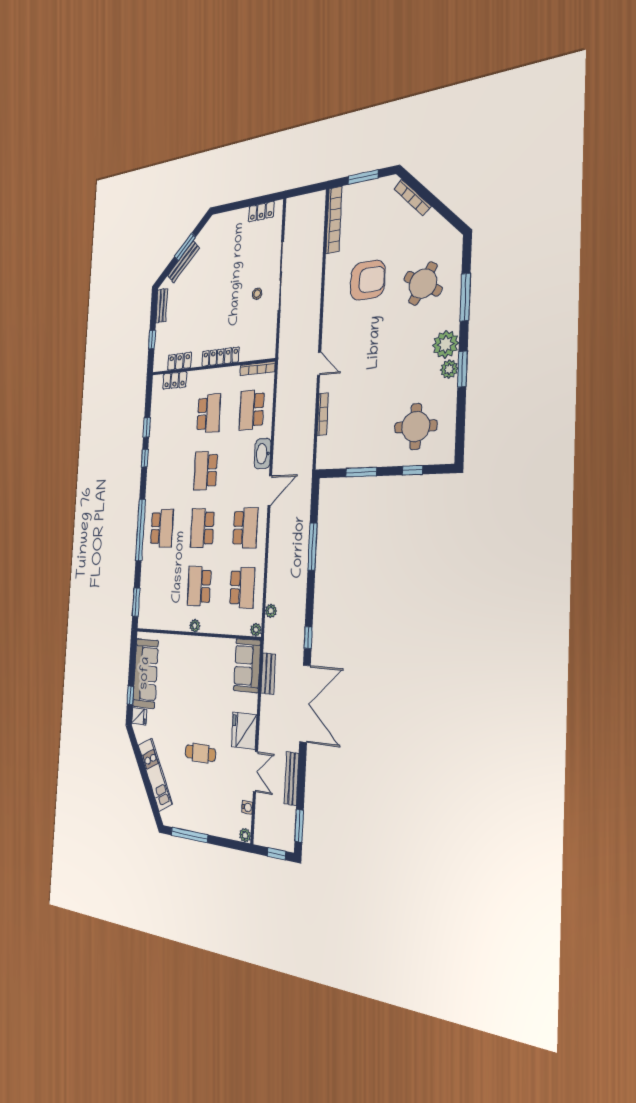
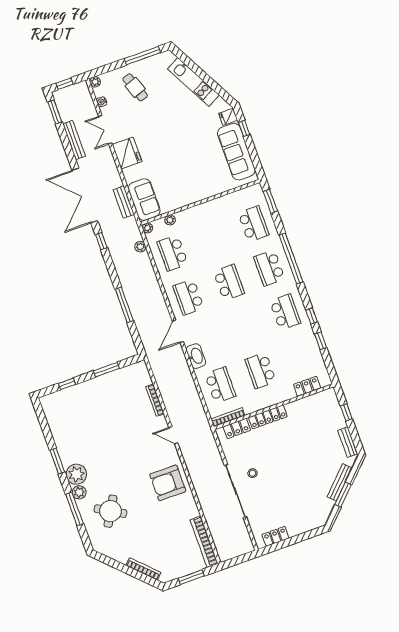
armchair: (368, 280) -> (168, 483), moved
locker: (179, 361) -> (237, 428), moved
plant: (449, 369) -> (79, 492), moved
round table: (416, 427) -> (77, 413), removed
school desk: (206, 470) -> (285, 312), moved
school desk: (199, 586) -> (253, 224), moved
plant: (195, 626) -> (170, 220), moved
cafe table: (200, 753) -> (135, 87), moved, turned 71

